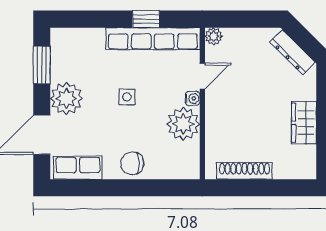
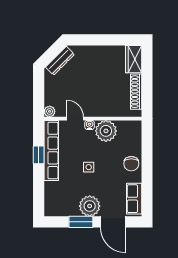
window: (42, 65) -> (81, 222), moved
wardrobe: (304, 123) -> (134, 59), moved, turned 90

